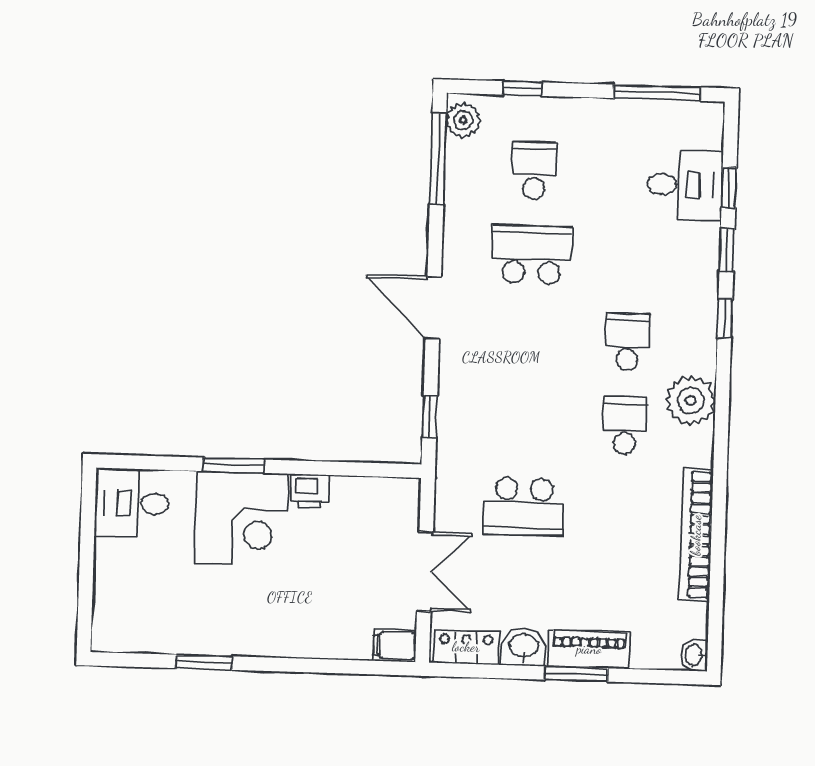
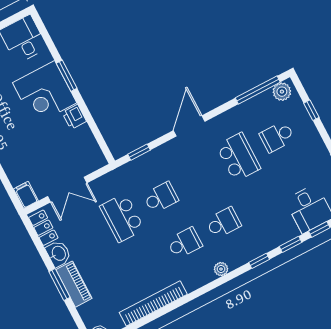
school desk: (534, 171) -> (277, 137), turned 180
plant: (691, 401) -> (221, 269), width x0.53, depth x0.53
school desk: (526, 423) -> (161, 198), added

